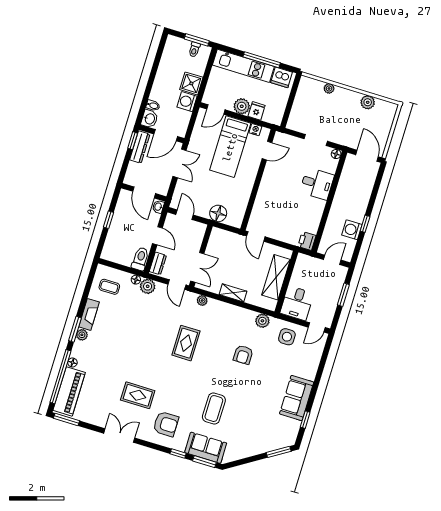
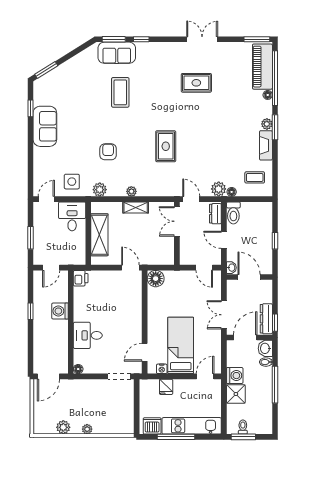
window: (151, 81) -> (275, 385), added
plant: (329, 88) -> (87, 429), moved
plant: (242, 106) -> (182, 387), removed
doorway: (316, 140) -> (119, 376), moved
door: (367, 156) -> (48, 376), hinge flipped
floor lamp: (218, 213) -> (156, 279), moved
washing machine: (352, 230) -> (60, 311), moved, turned 180
plant: (202, 300) -> (131, 191), moved
armchair: (166, 424) -> (161, 64), removed
double door: (119, 436) -> (202, 39), swing flipped

